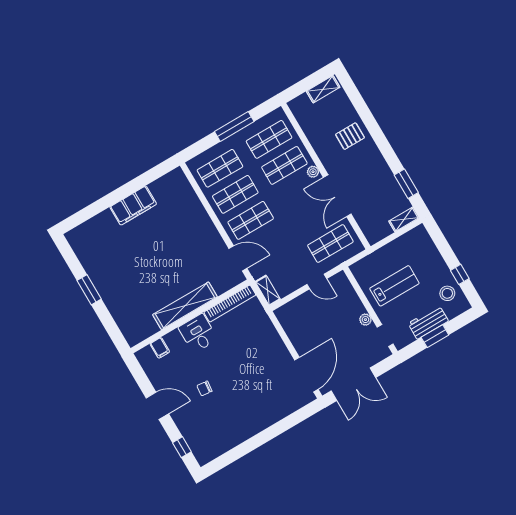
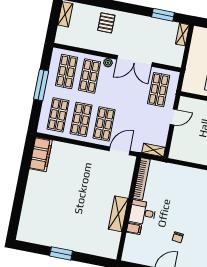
filing cabinet: (133, 206) -> (41, 154), moved
shelving: (185, 306) -> (118, 214), width x0.68
filing cabinet: (160, 348) -> (134, 229), moved

